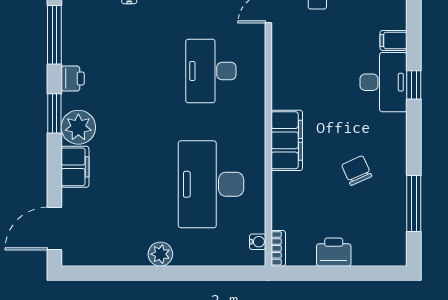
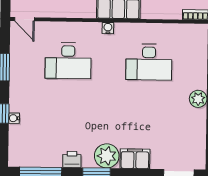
desk: (211, 184) -> (149, 62), width x0.73, depth x0.77
water cooler: (258, 242) -> (108, 28), moved

